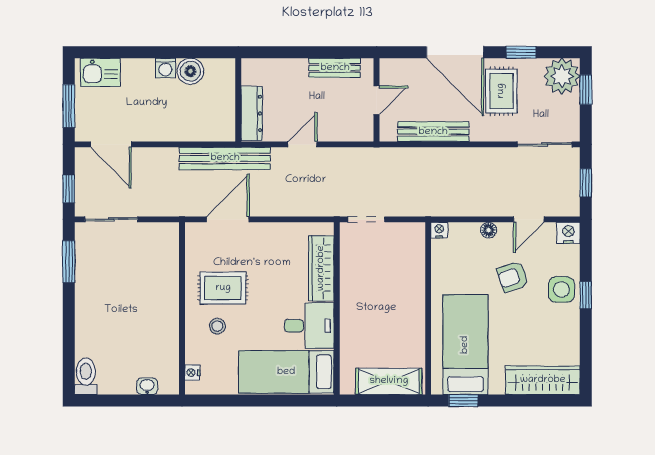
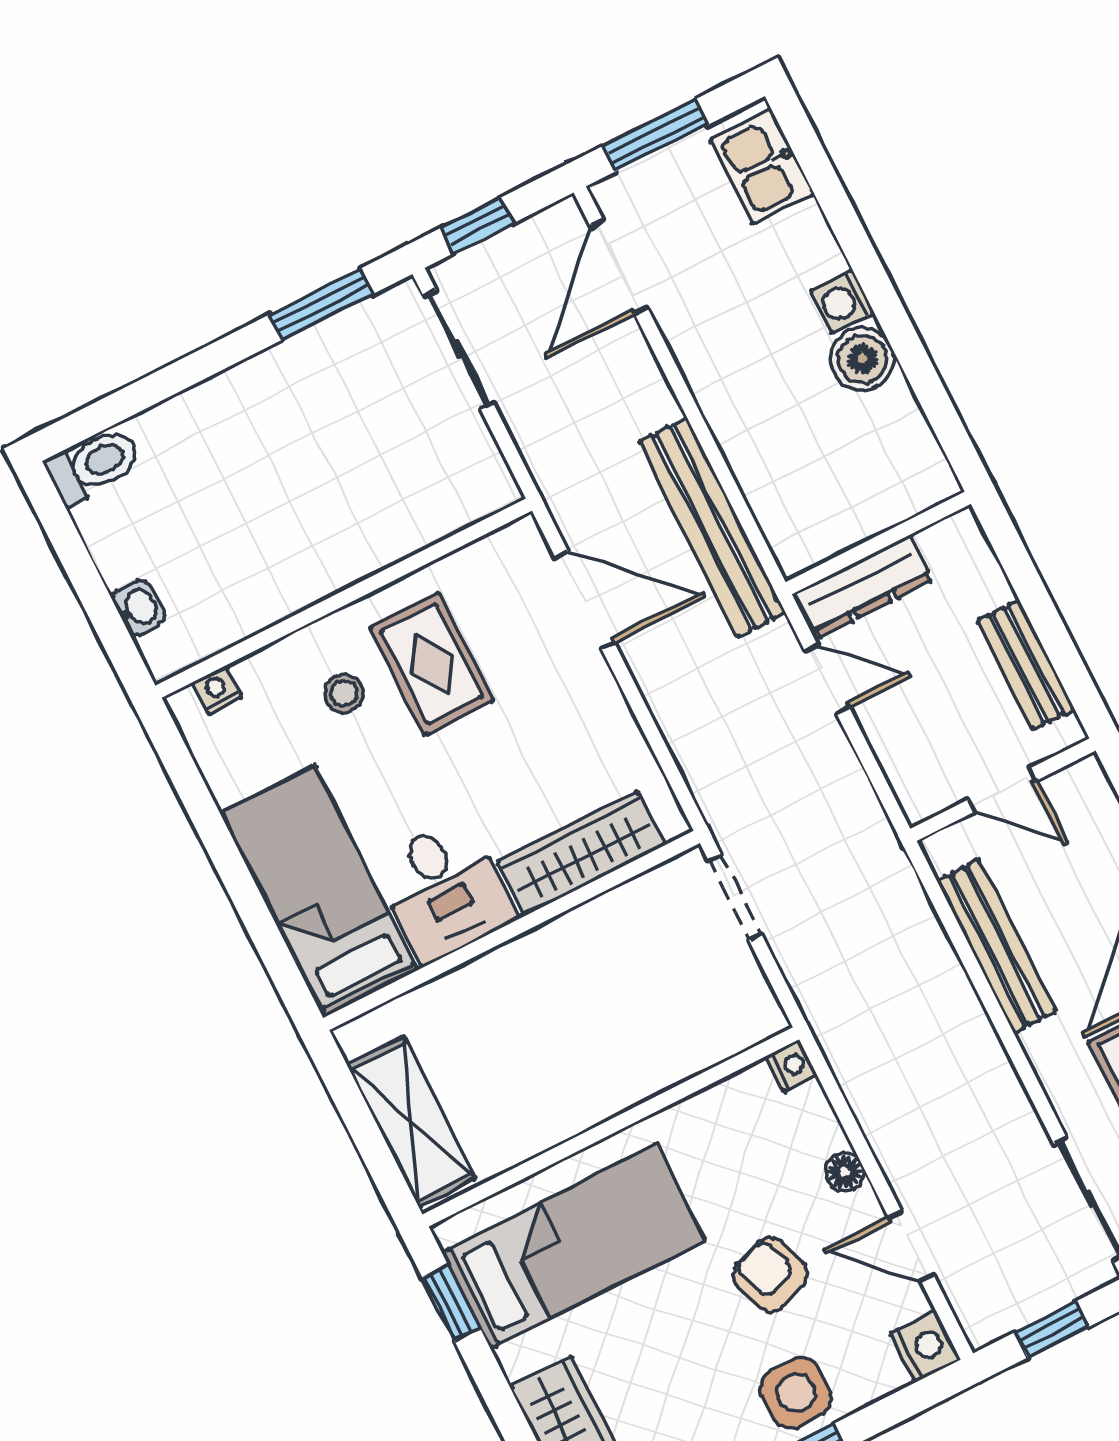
wall: (238, 100) -> (878, 543), moved
dresser: (252, 113) -> (863, 587), moved

